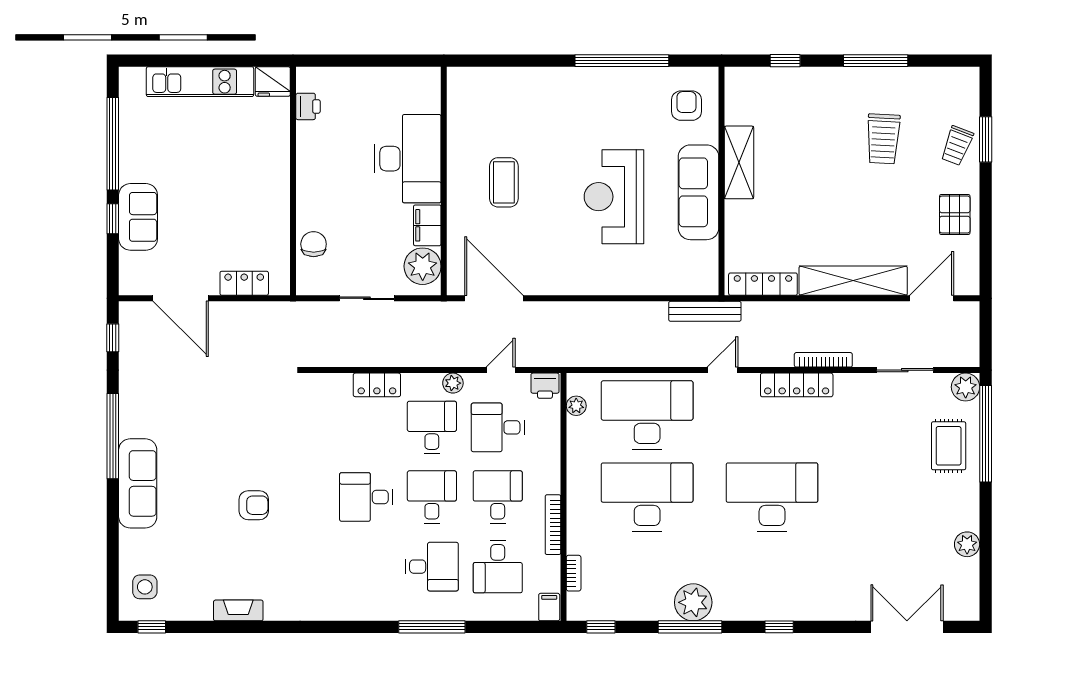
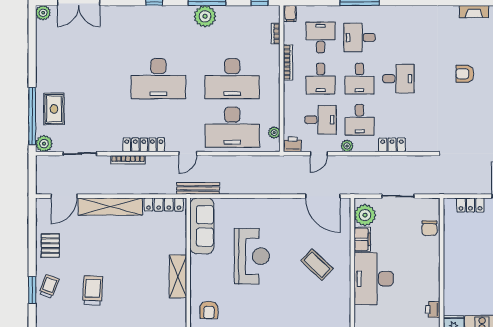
coffee table: (504, 182) -> (317, 265), turned -47
sofa: (698, 192) -> (202, 226), moved
plant: (967, 544) -> (43, 13), moved

